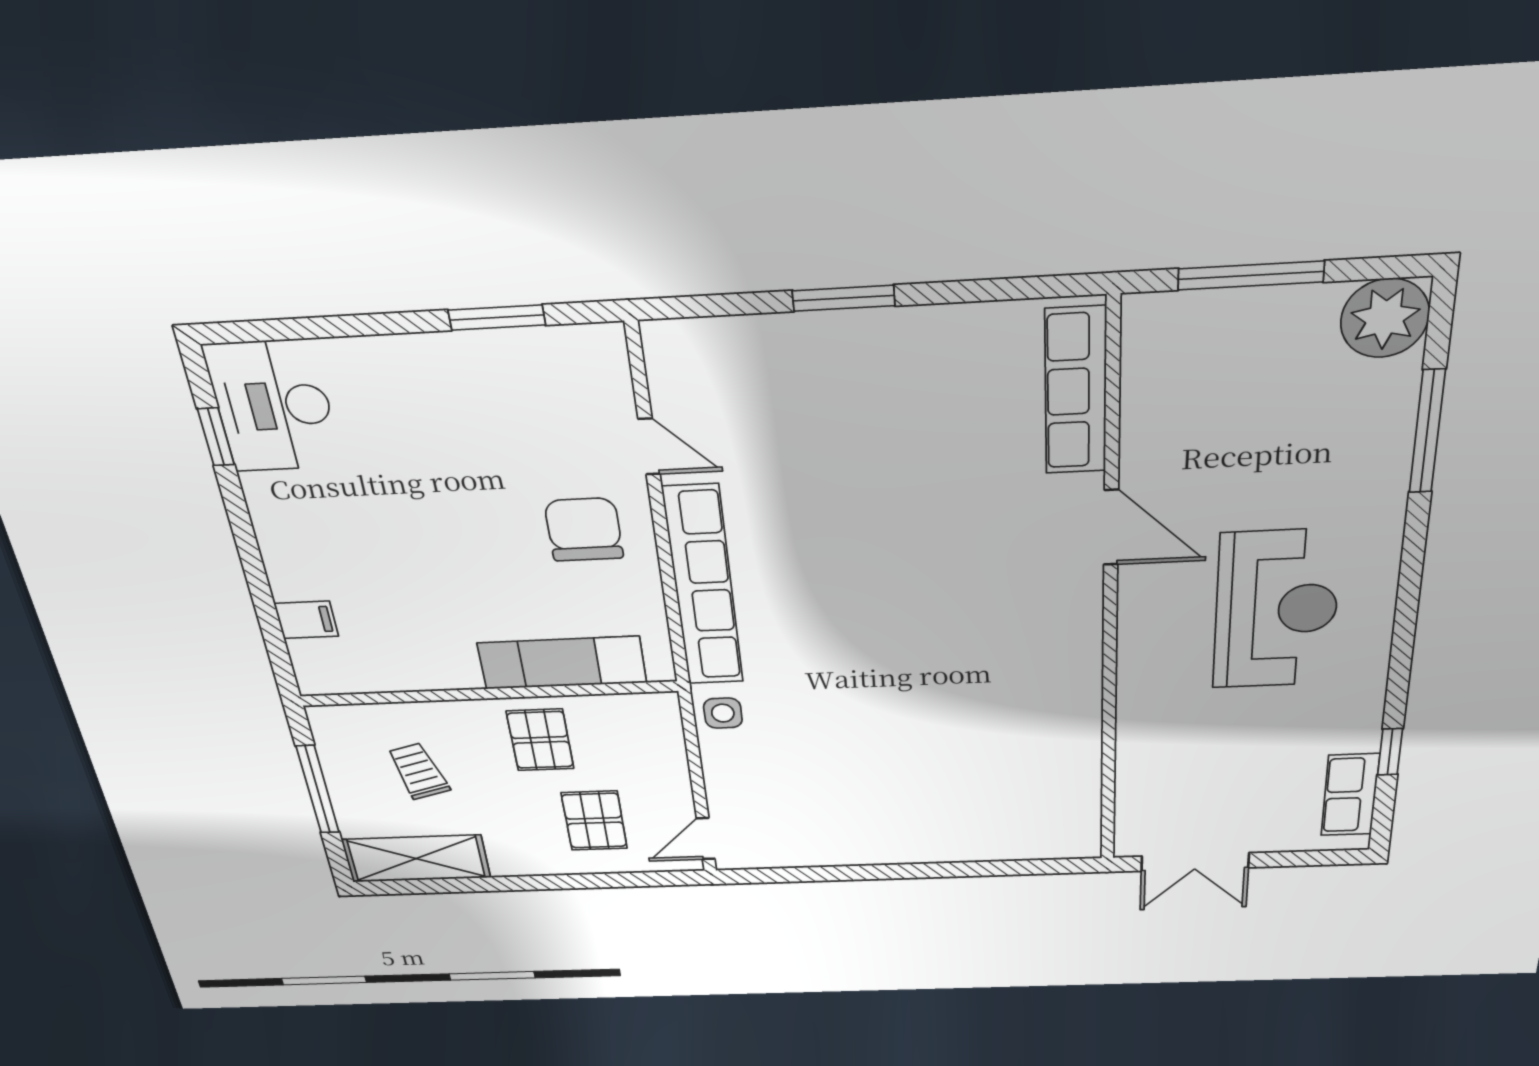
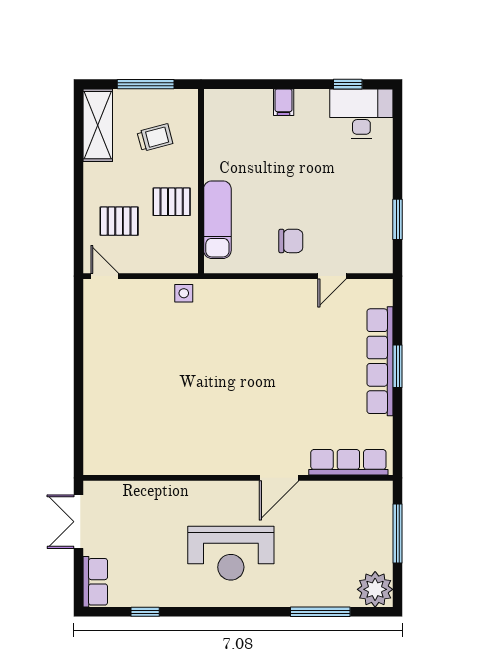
chair: (584, 530) -> (291, 241), width x0.73, depth x0.73
row of seats: (703, 587) -> (380, 361), moved, turned 90
filing cabinet: (306, 620) -> (284, 102), moved
row of seats: (1350, 795) -> (95, 582), moved, turned 90

